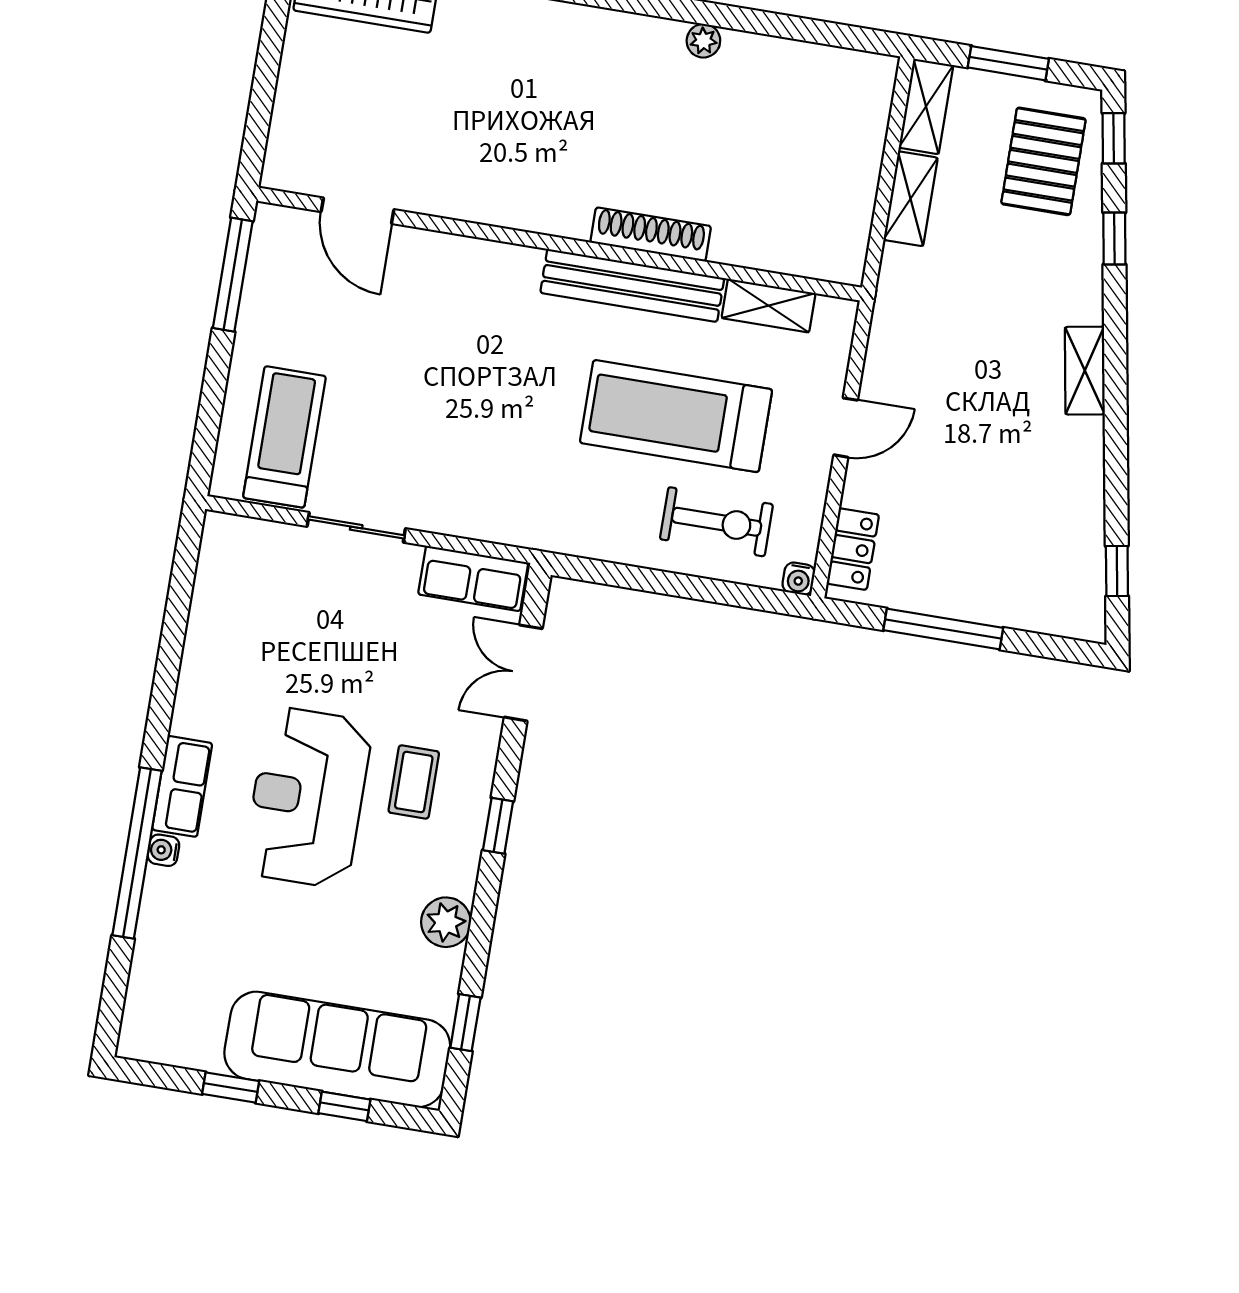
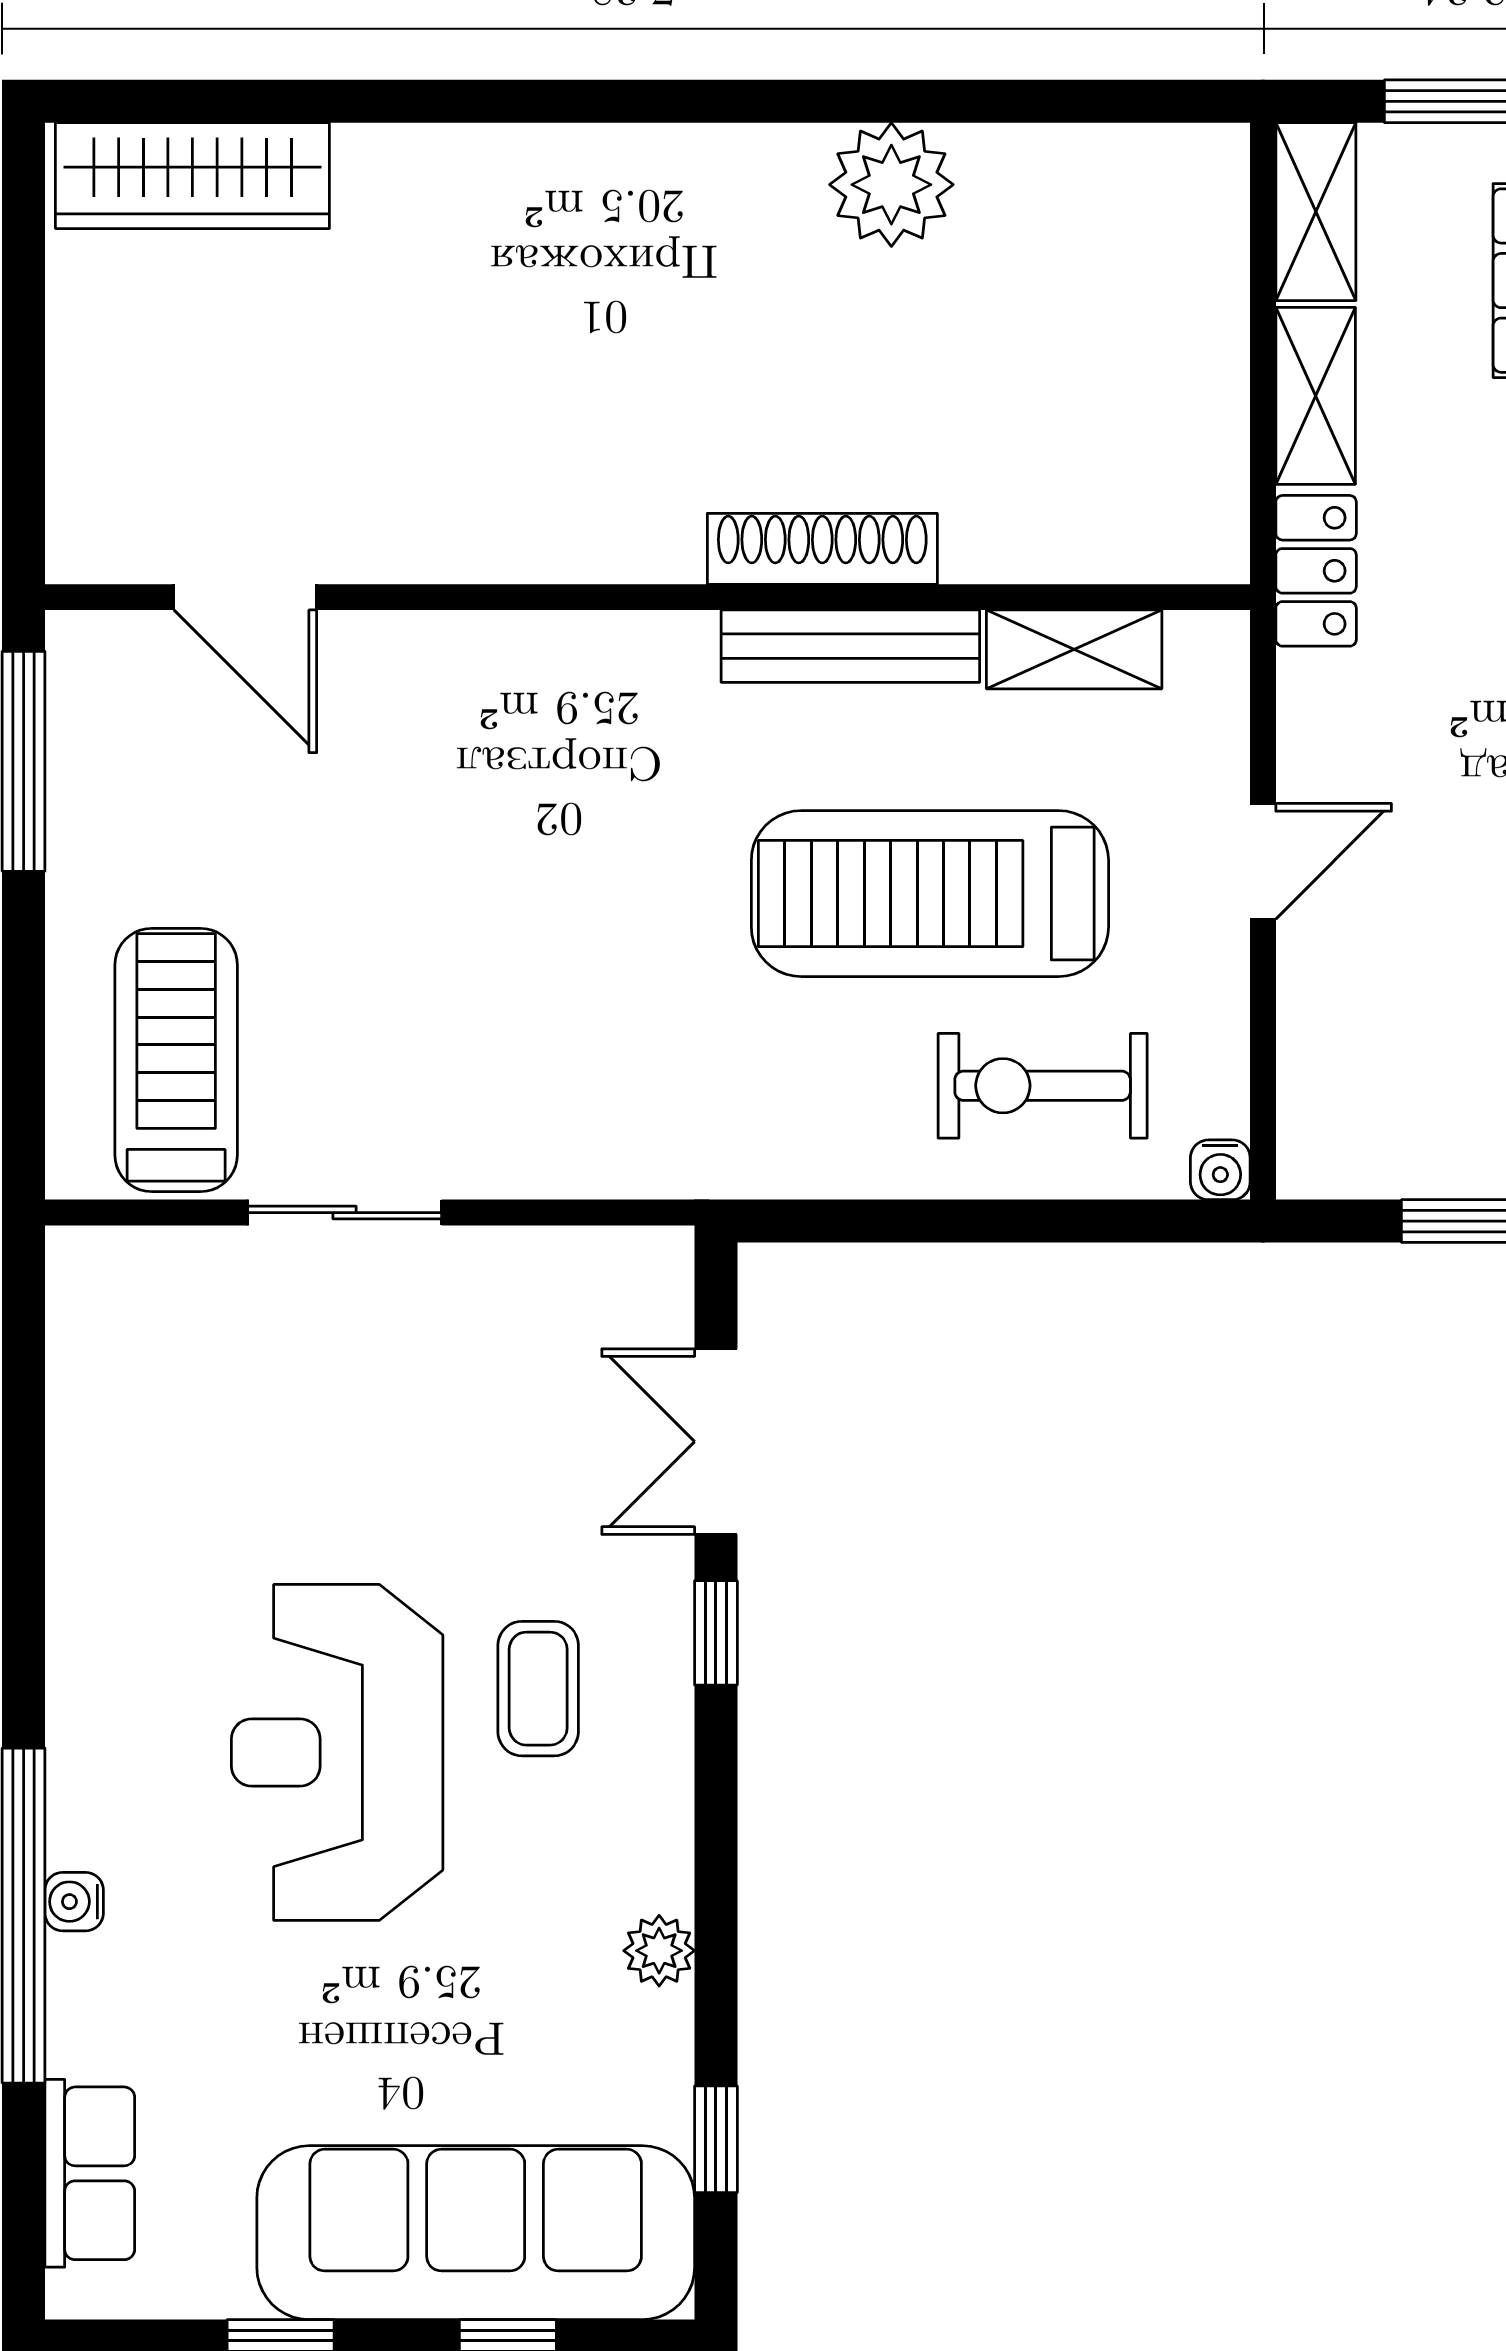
plant: (703, 41) -> (891, 185), width x1.87, depth x1.87
bench: (632, 285) -> (850, 646), width x0.73, depth x0.82
exercise bike: (717, 522) -> (1043, 1086), turned 180
locker: (853, 549) -> (1316, 571), moved
row of seats: (473, 578) -> (588, 1274), removed
row of seats: (182, 786) -> (90, 2173), moved
window: (498, 826) -> (716, 1633), moved
plant: (446, 922) -> (659, 1951), width x0.73, depth x0.73

